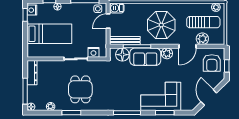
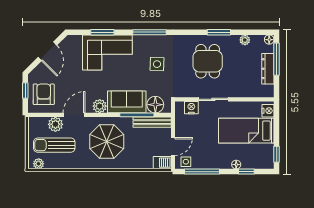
nightstand: (32, 10) -> (268, 111), moved
dresser: (32, 73) -> (268, 69), moved
side table: (121, 87) -> (157, 64), added

